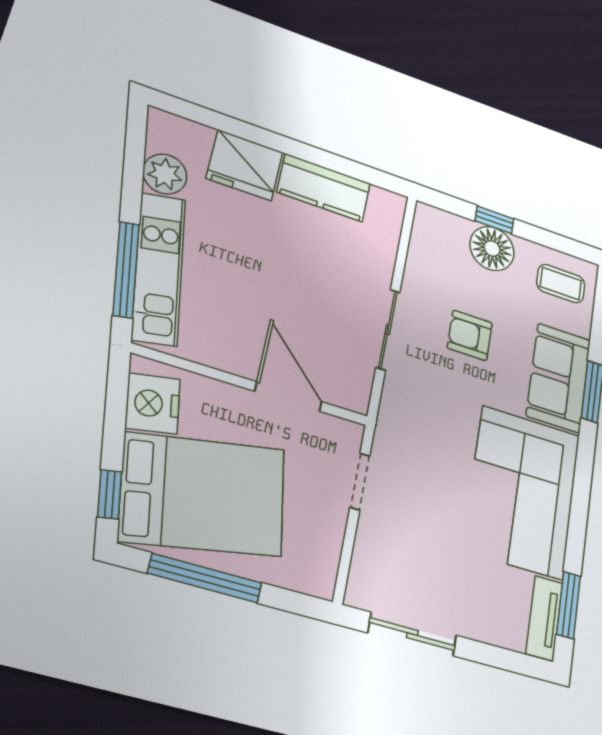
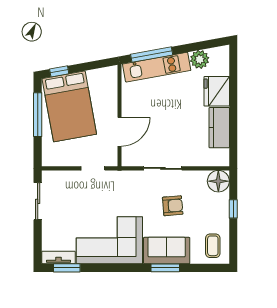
floor lamp: (492, 248) -> (218, 181), moved
armchair: (470, 335) -> (173, 206), turned 85
nightstand: (153, 404) -> (99, 79), removed

